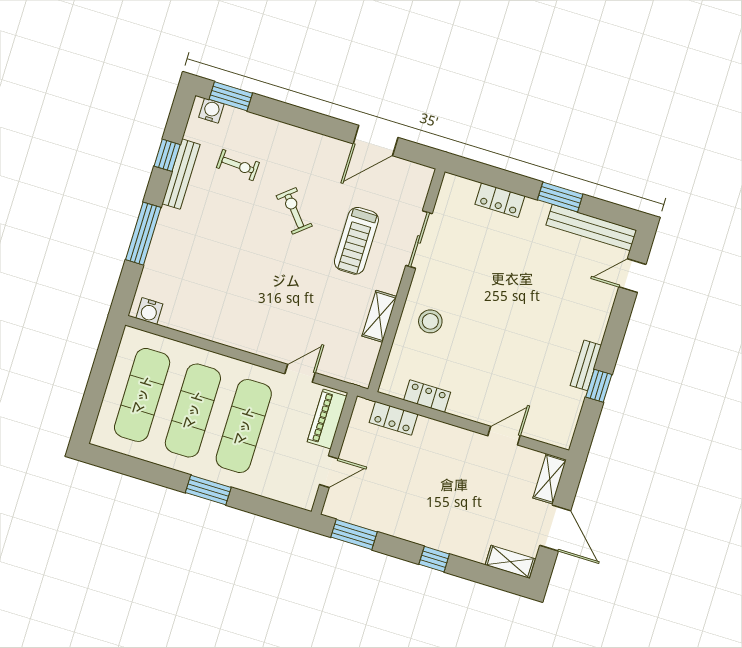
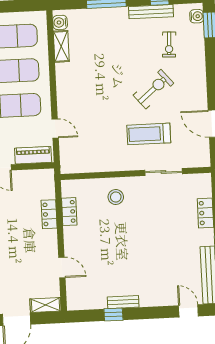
exercise bike: (294, 211) -> (153, 89), width x1.38, depth x1.39
shelving: (379, 316) -> (61, 46), moved, turned 90
locker: (394, 418) -> (49, 214), moved

